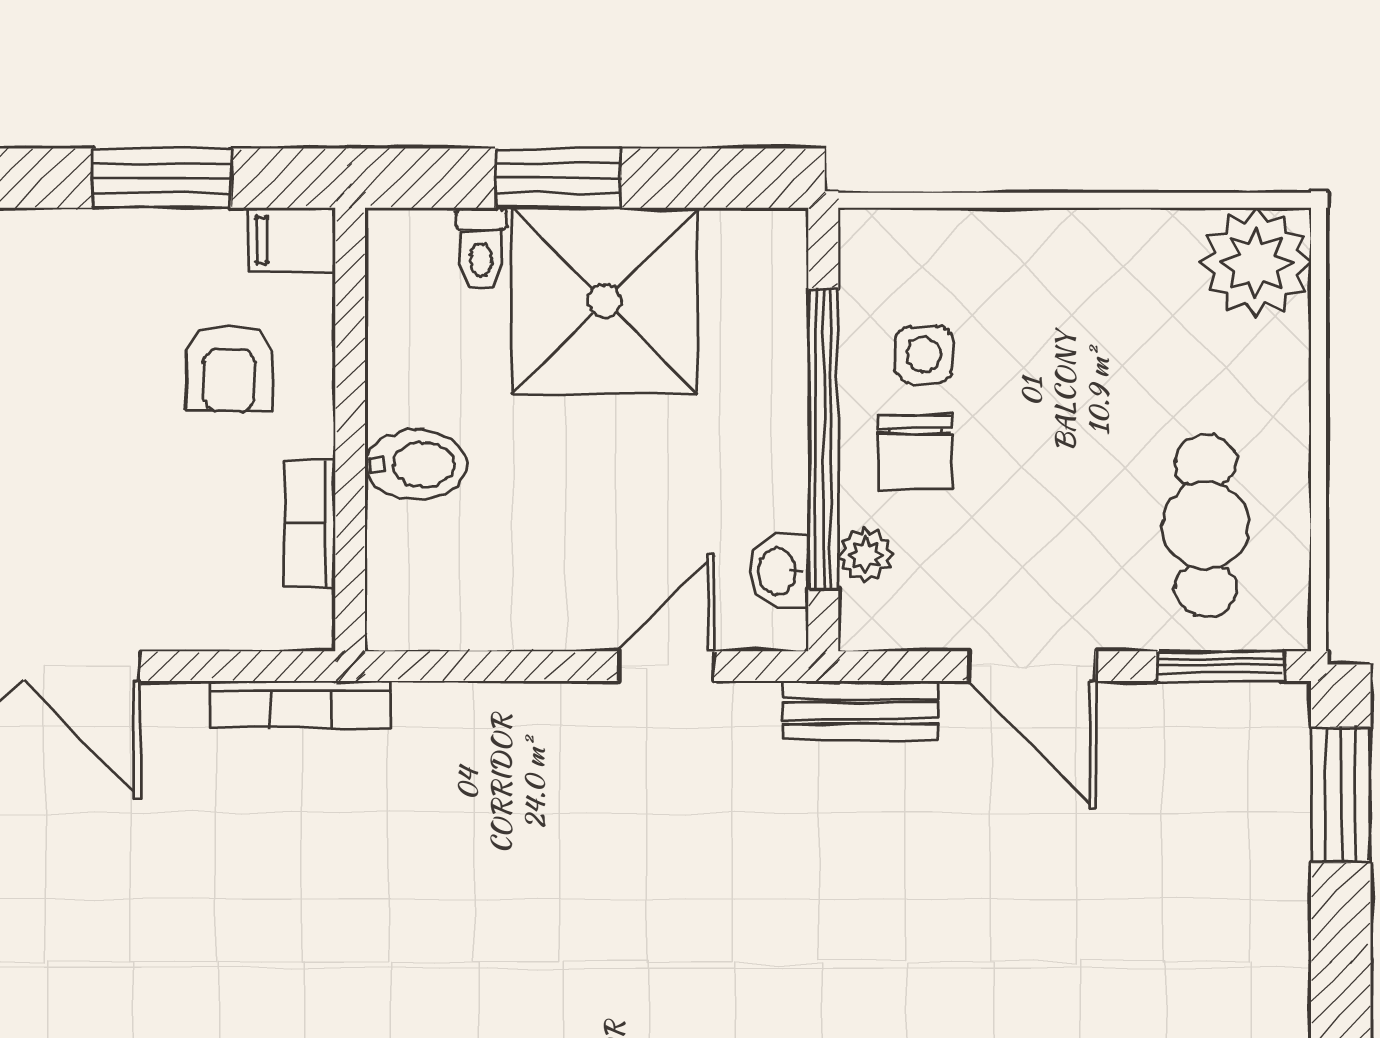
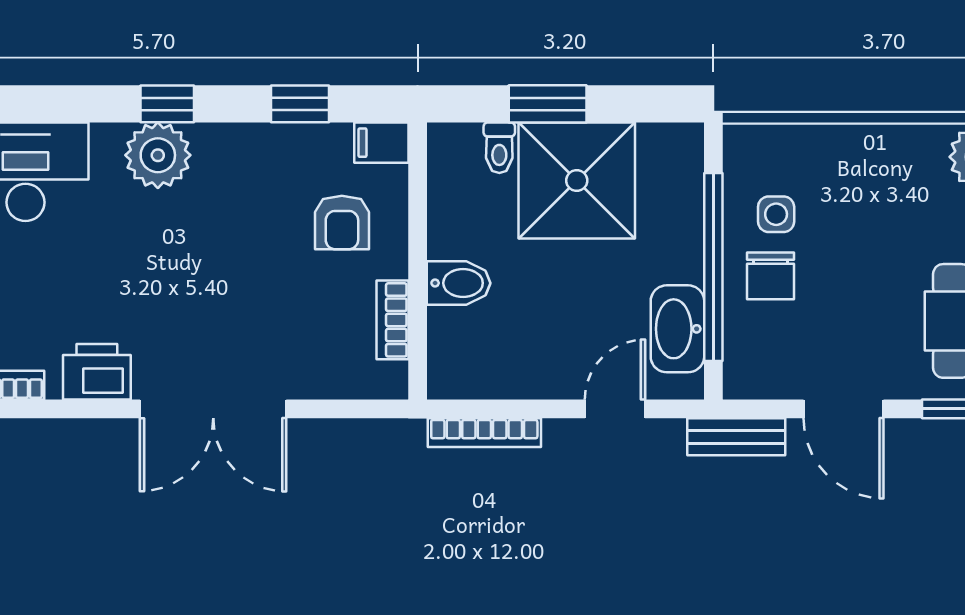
window: (162, 178) -> (300, 104), width x0.67
plant: (866, 555) -> (740, 339), removed
washbasin: (779, 571) -> (677, 329), width x1.91, depth x1.45
bookcase: (300, 704) -> (484, 433), moved

